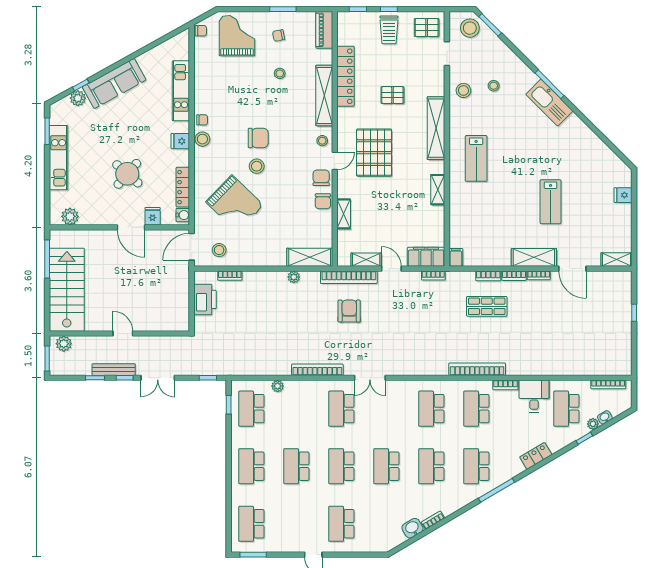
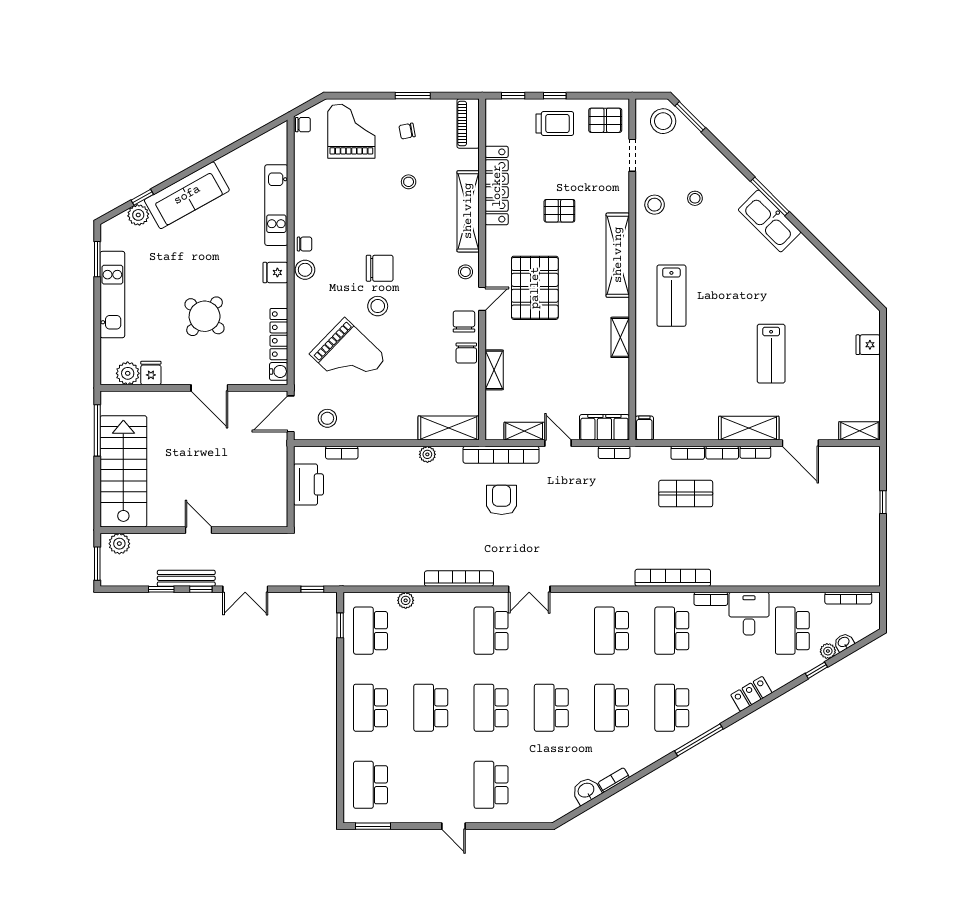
trolley: (389, 30) -> (555, 123), turned -90
fridge: (153, 216) -> (151, 373), moved

